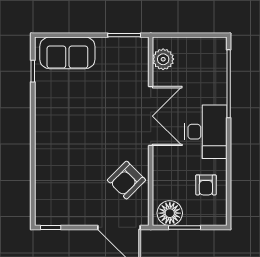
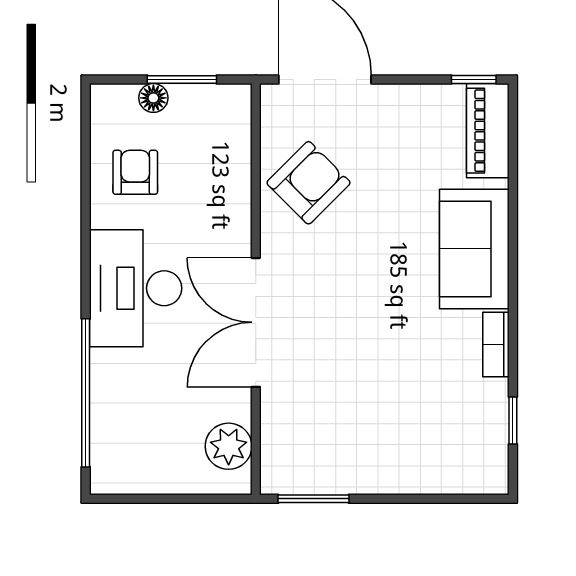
sofa: (67, 53) -> (474, 249), moved, turned -90
bookcase: (41, 106) -> (496, 344), added
piano: (44, 204) -> (488, 131), added
floor lamp: (170, 213) -> (153, 98), moved, width x0.53, depth x0.53

